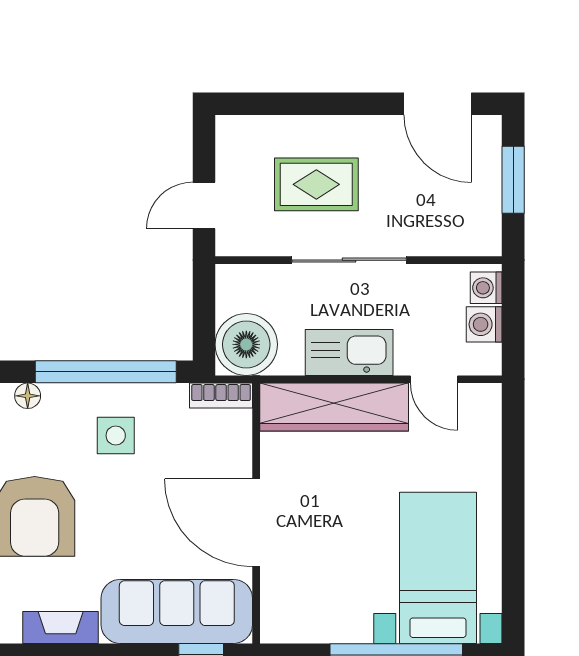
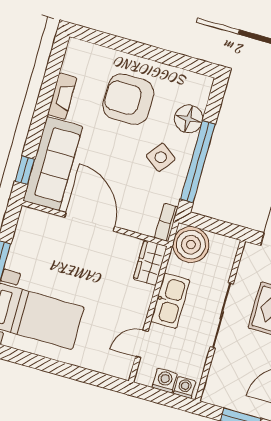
floor lamp: (28, 396) -> (189, 119), width x1.89, depth x1.89
wardrobe: (334, 407) -> (150, 263), width x0.48, depth x0.85
side table: (116, 436) -> (161, 157), turned 37
door: (256, 523) -> (90, 222), hinge flipped

